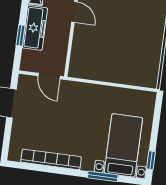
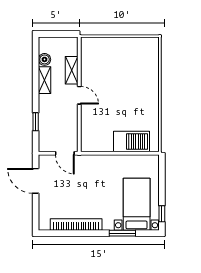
freezer: (35, 28) -> (47, 114), removed
barbecue: (127, 73) -> (132, 141), added

